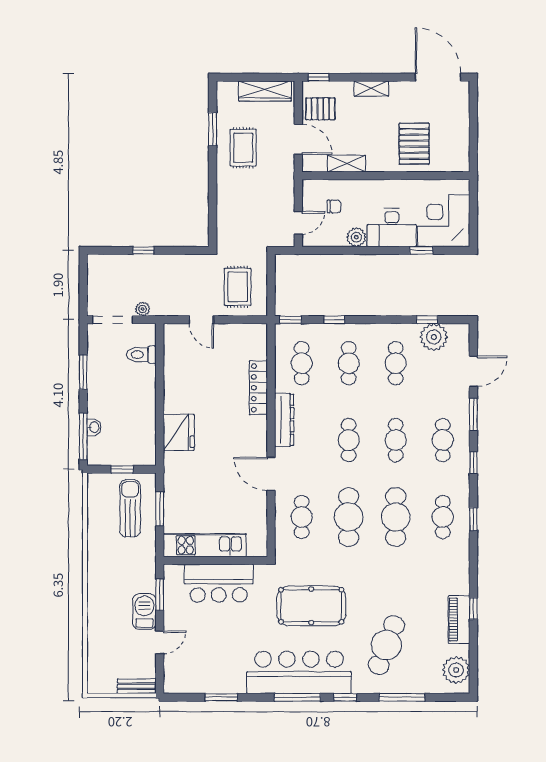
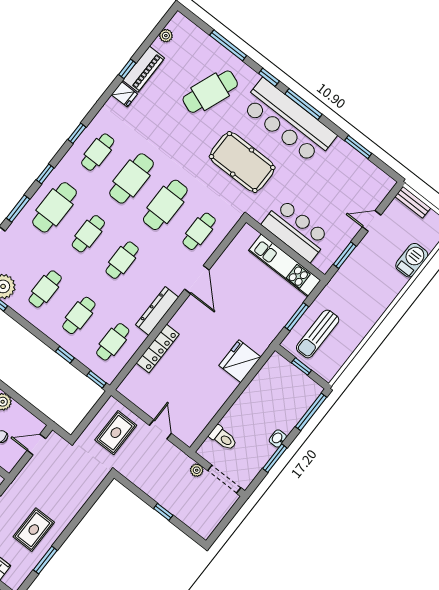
washbasin: (94, 427) -> (278, 438), moved
cafe table: (443, 440) -> (55, 207), width x1.37, depth x1.35
fridge: (459, 585) -> (124, 94), added
barbecue: (144, 612) -> (412, 260), moved, turned 180
plant: (456, 670) -> (166, 36), width x0.53, depth x0.53

